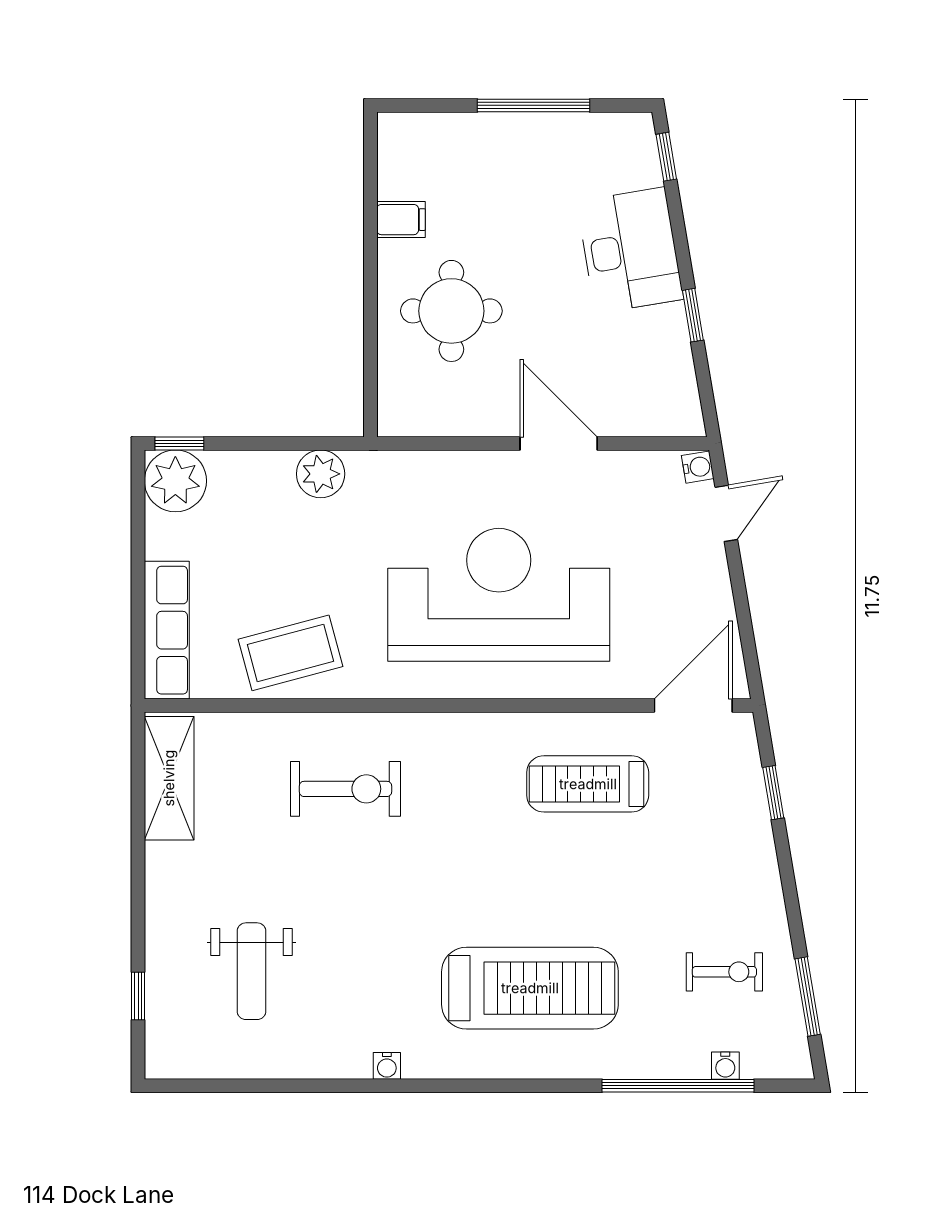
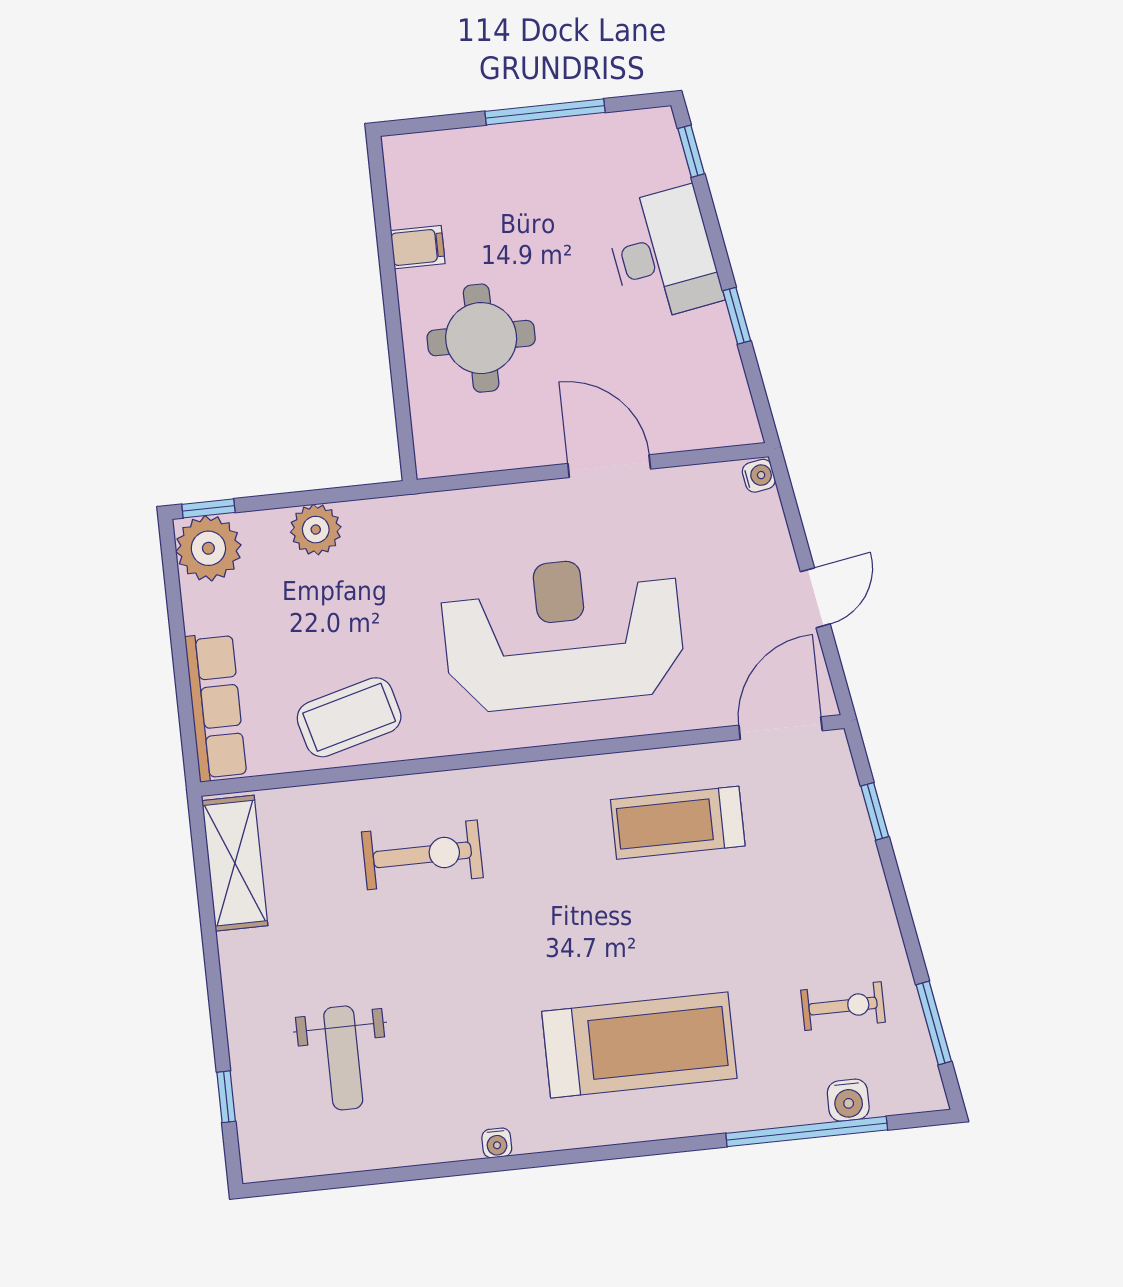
plant: (321, 474) -> (316, 530), moved
door: (726, 513) -> (815, 598), moved
water cooler: (725, 1066) -> (848, 1100), width x1.38, depth x1.38

